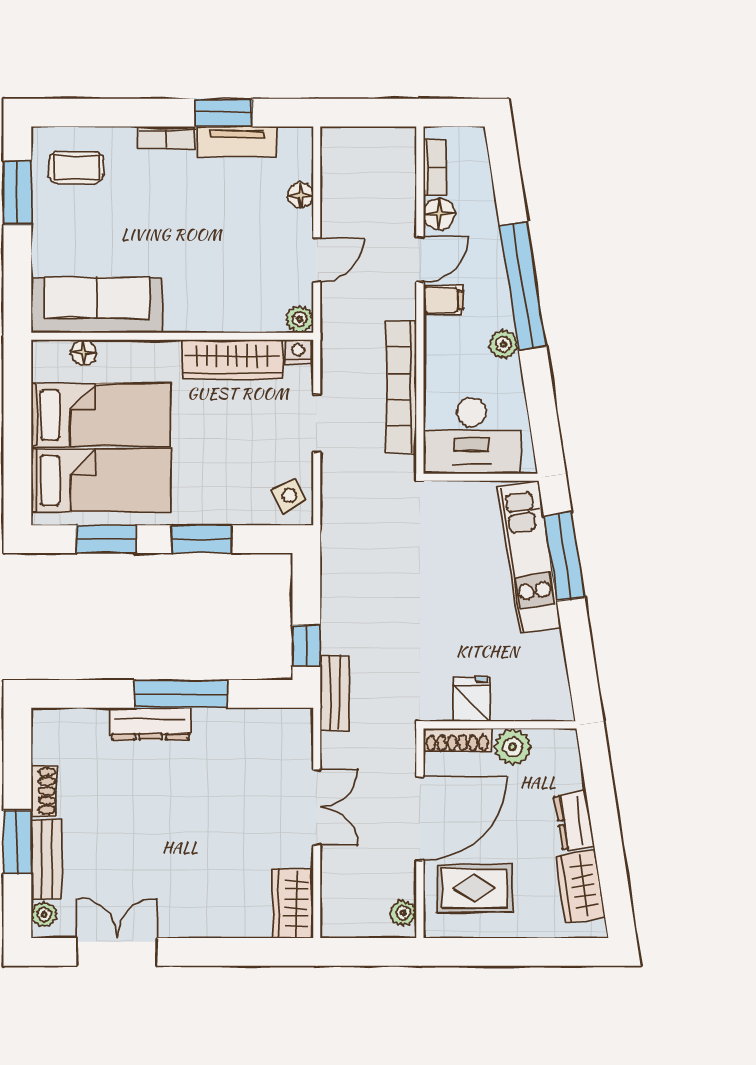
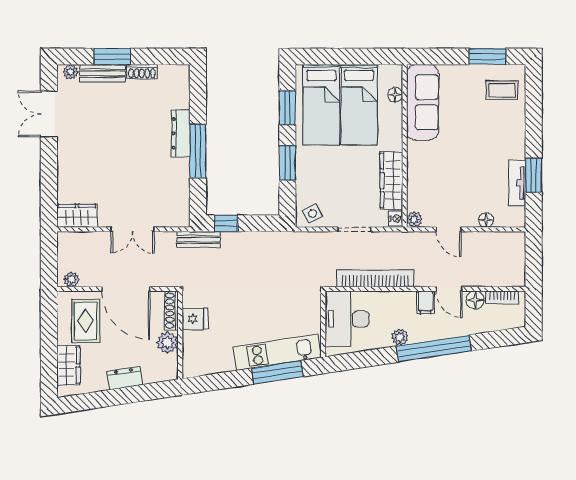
bookcase: (166, 138) -> (519, 143), removed
coffee table: (76, 167) -> (502, 90), turned 90
wardrobe: (580, 886) -> (68, 365), moved, turned 99
double door: (117, 952) -> (49, 114), swing flipped

